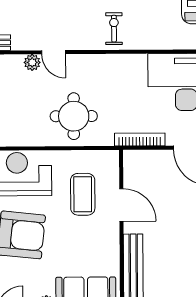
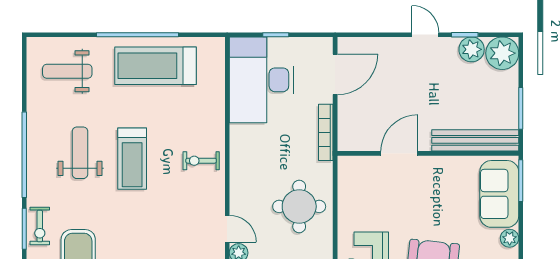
door: (54, 52) -> (227, 229), hinge flipped
coffee table: (83, 194) -> (387, 197), removed

